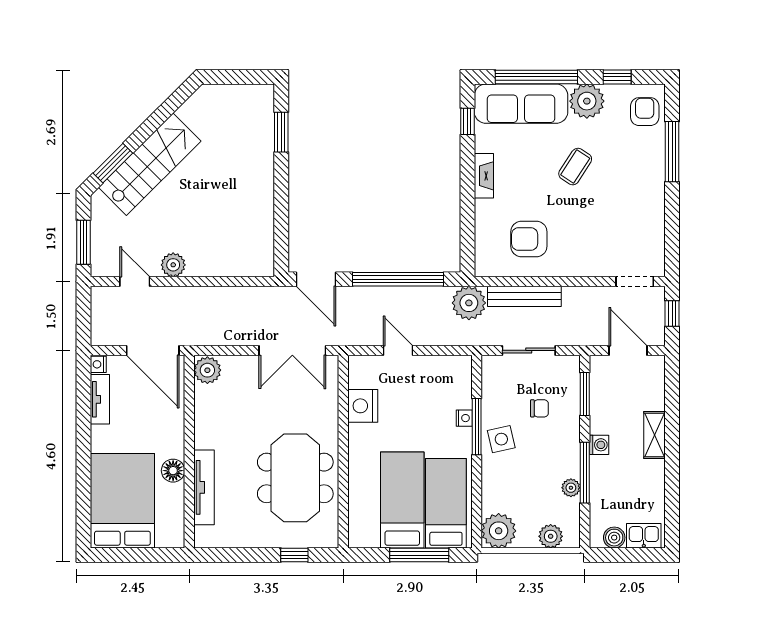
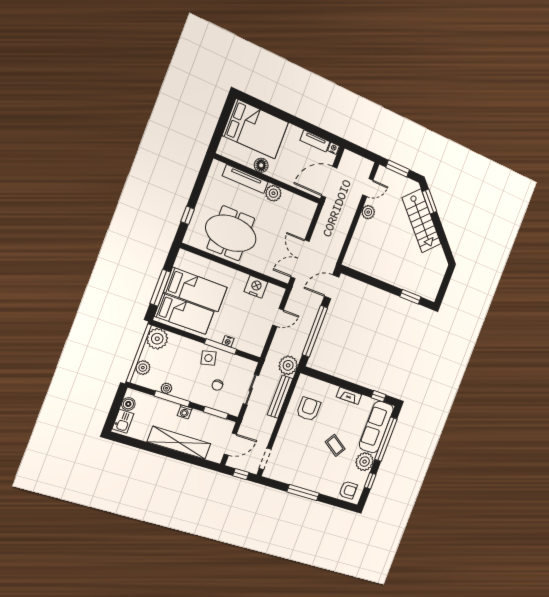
window: (672, 152) -> (303, 493), moved
plant: (207, 370) -> (273, 193), moved
shelving: (655, 435) -> (179, 443), width x2.20, depth x1.33

